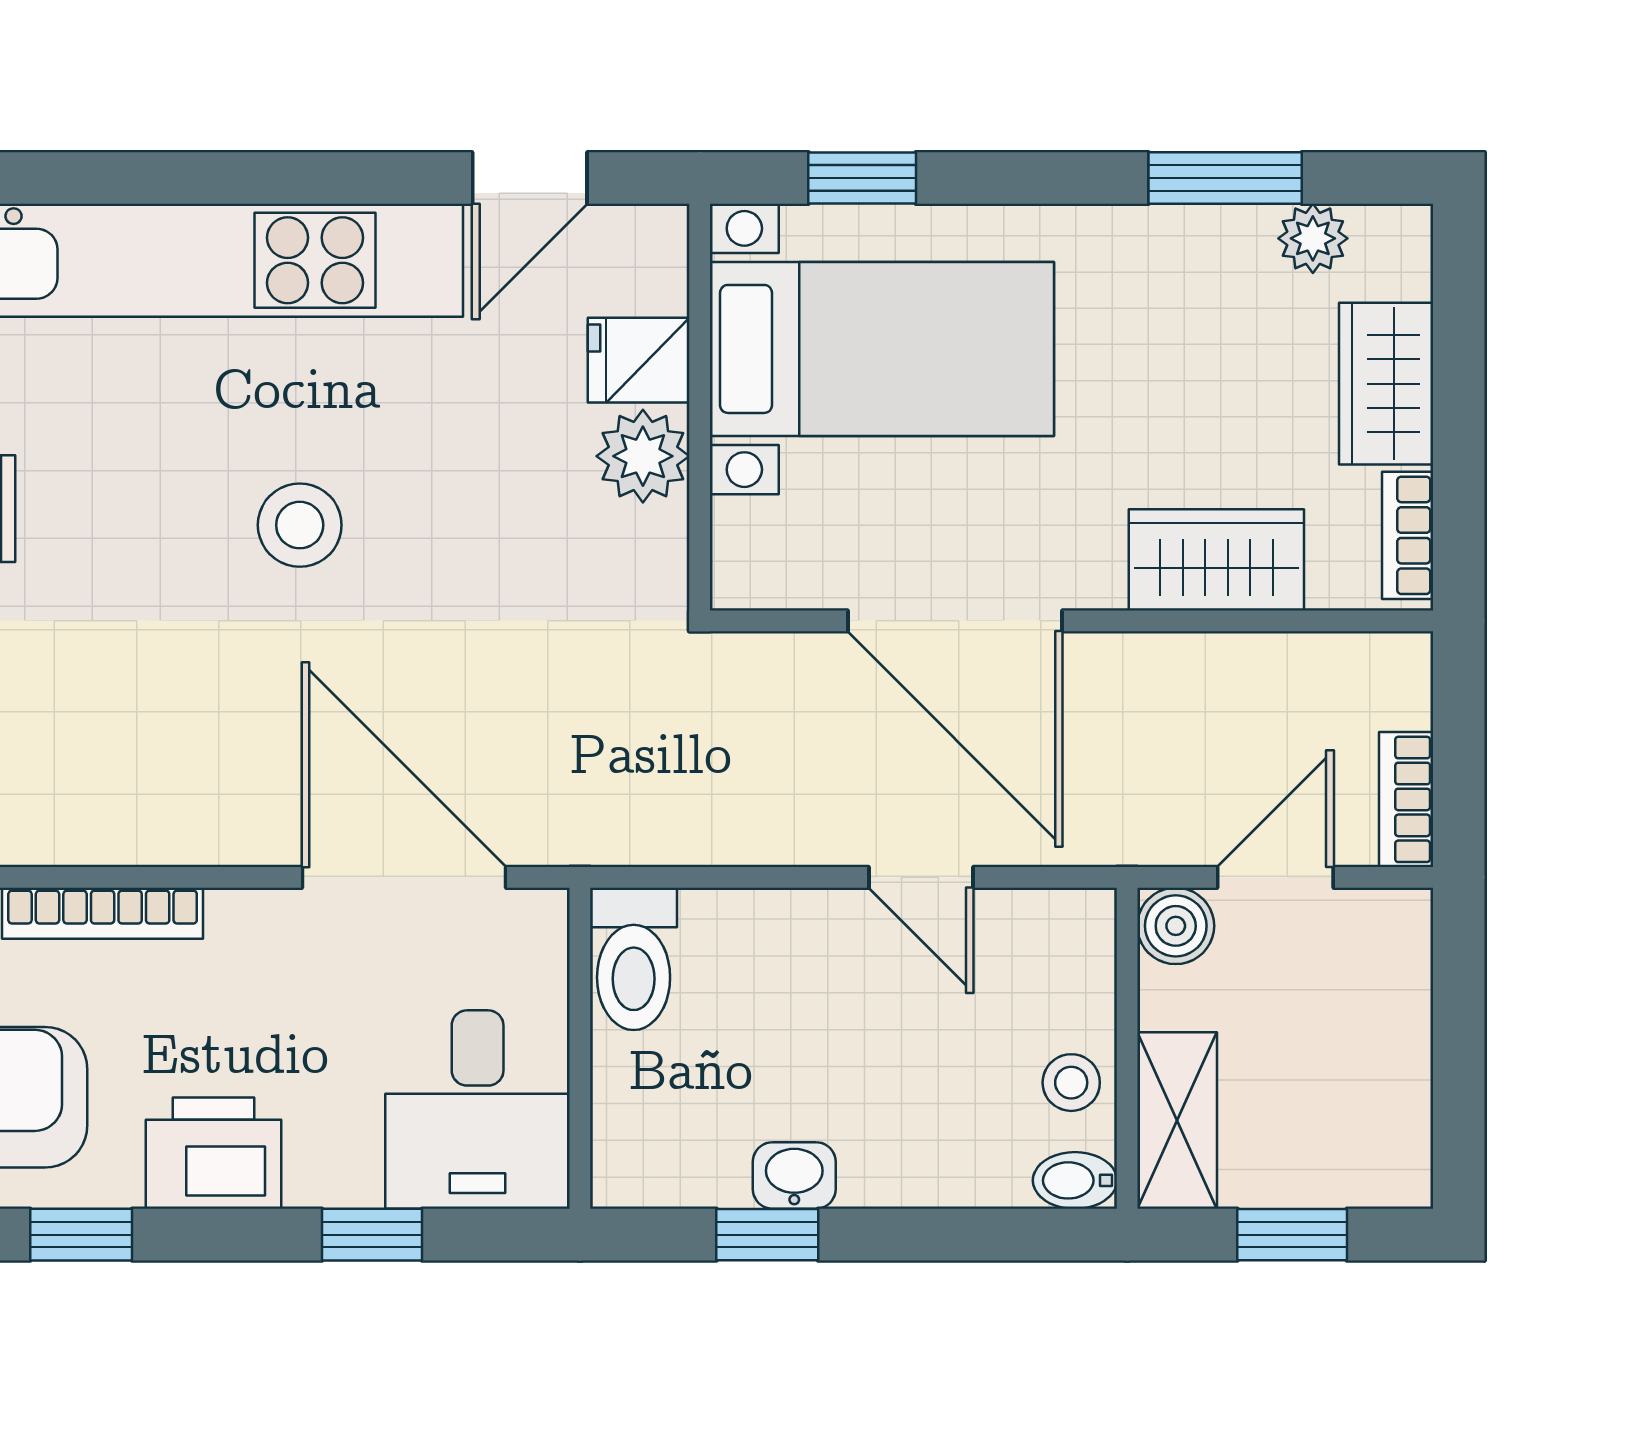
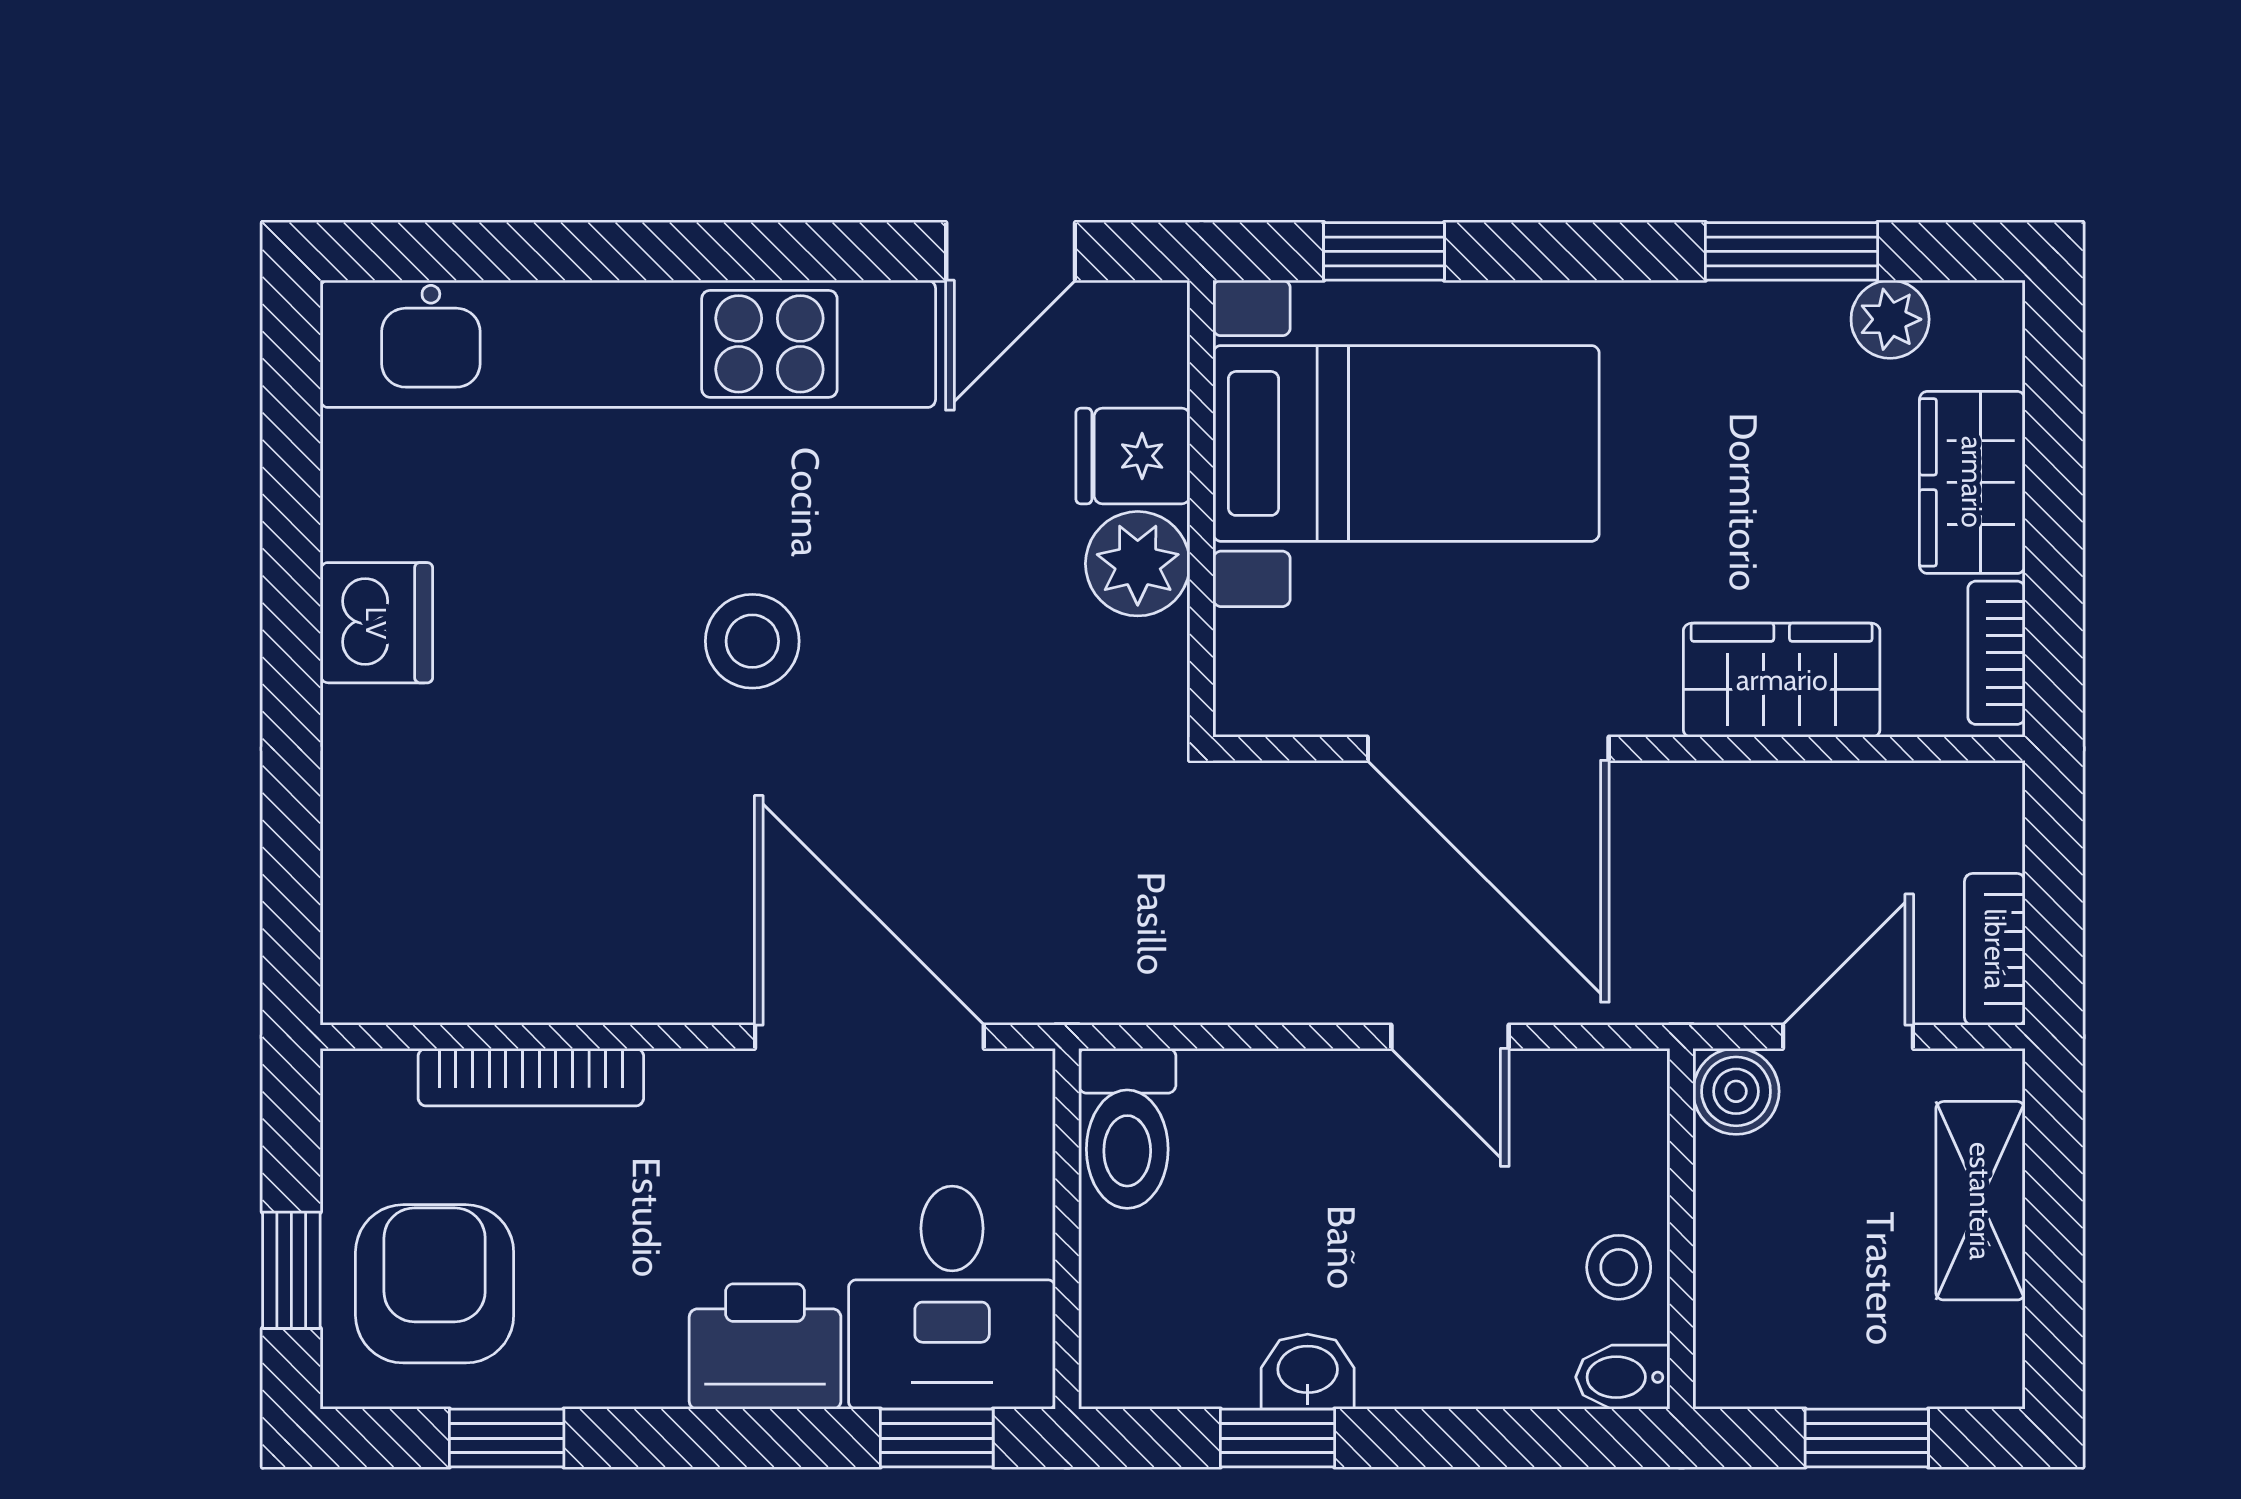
shelving: (1177, 1121) -> (1980, 1201), moved
printer: (213, 1153) -> (765, 1347), moved
window: (372, 1235) -> (937, 1438), moved

